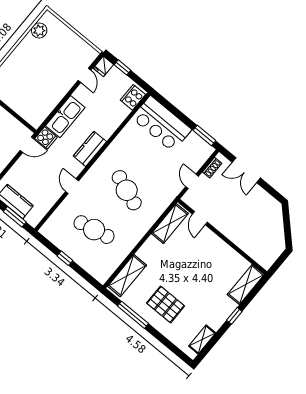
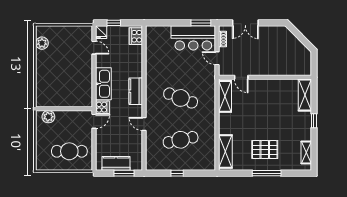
bar counter: (162, 124) -> (193, 38), moved
window: (133, 315) -> (267, 173), moved

